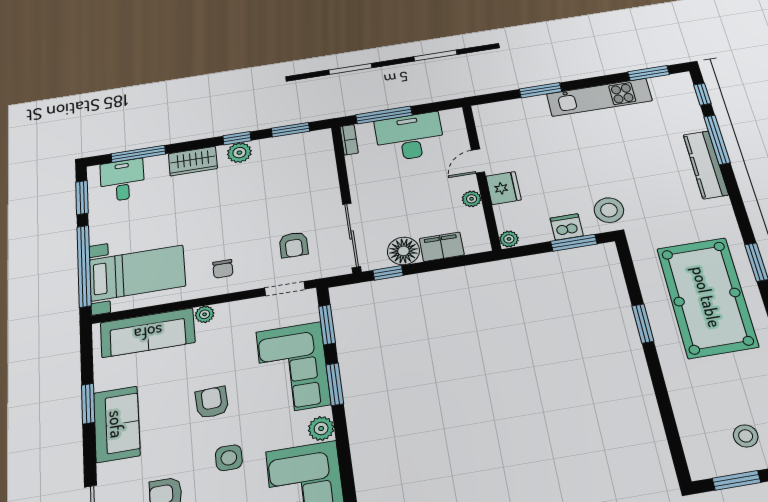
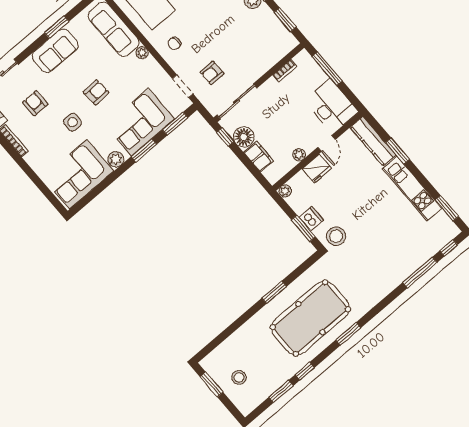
desk: (410, 137) -> (331, 106), moved
bookcase: (349, 140) -> (285, 71), moved
door: (478, 161) -> (327, 143), swing flipped
kitchen counter: (706, 165) -> (373, 141), moved, turned -90

